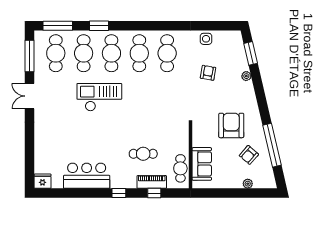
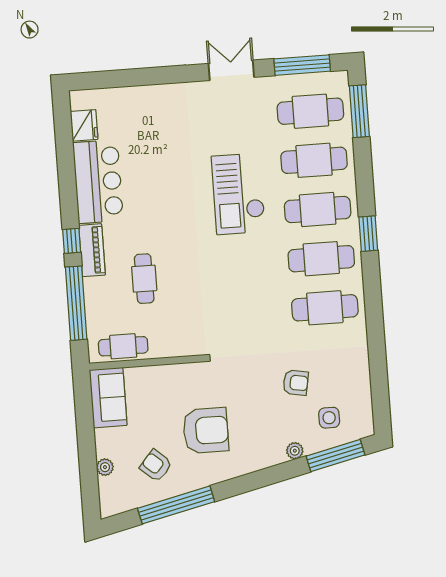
window: (99, 26) -> (368, 234), moved
side table: (206, 39) -> (329, 418), moved
window: (251, 53) -> (336, 456), width x1.44
checkout: (99, 97) -> (238, 194), turned 180
sofa: (202, 164) -> (108, 398), moved, turned -90
fridge: (43, 181) -> (84, 125), moved
piano: (152, 182) -> (92, 250), moved
window: (154, 193) -> (76, 303), width x3.17

